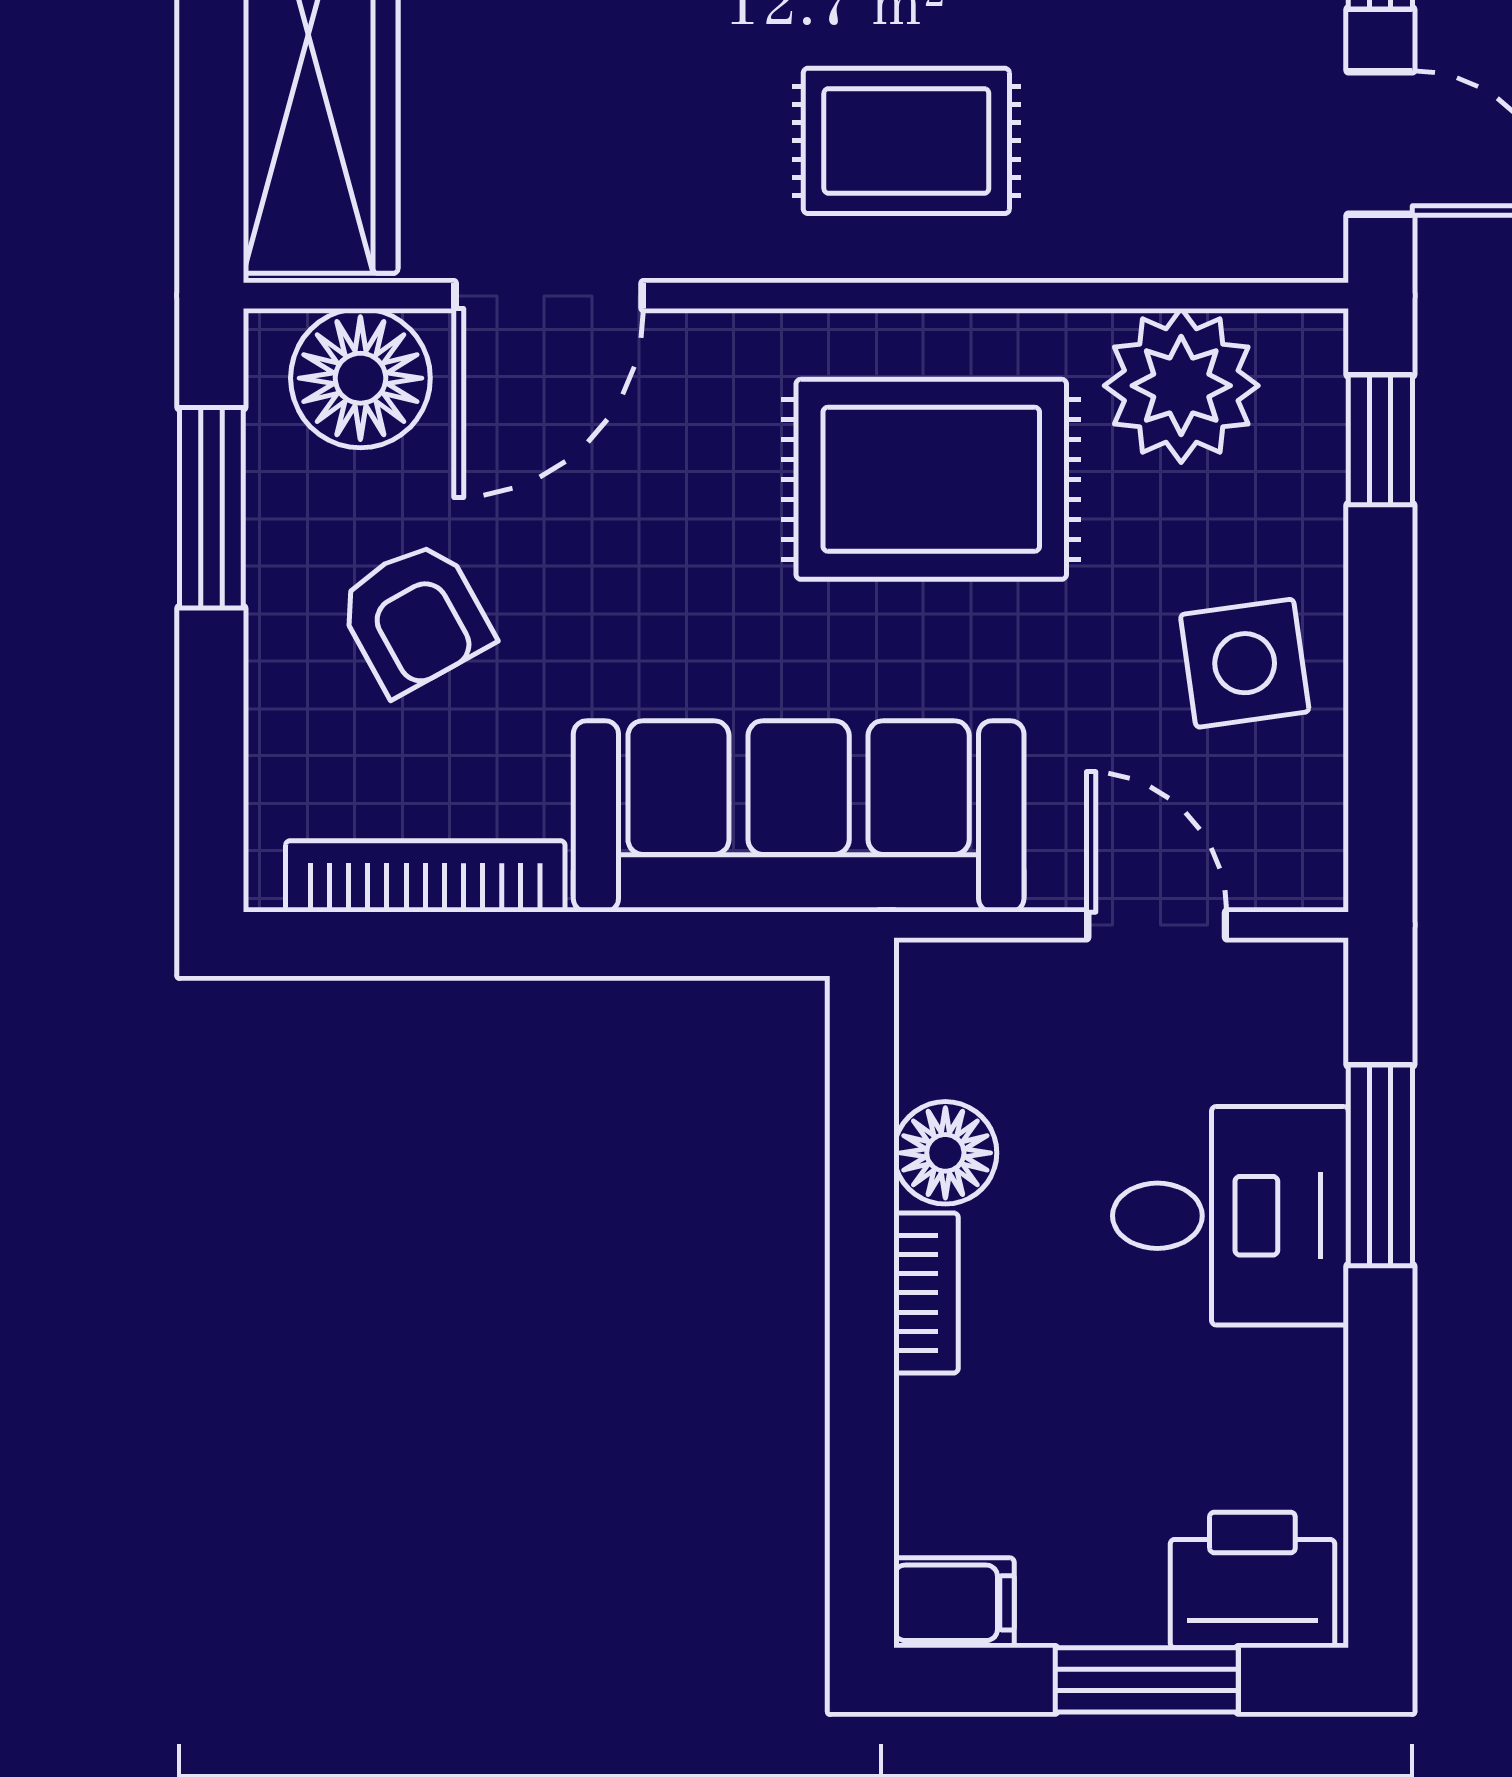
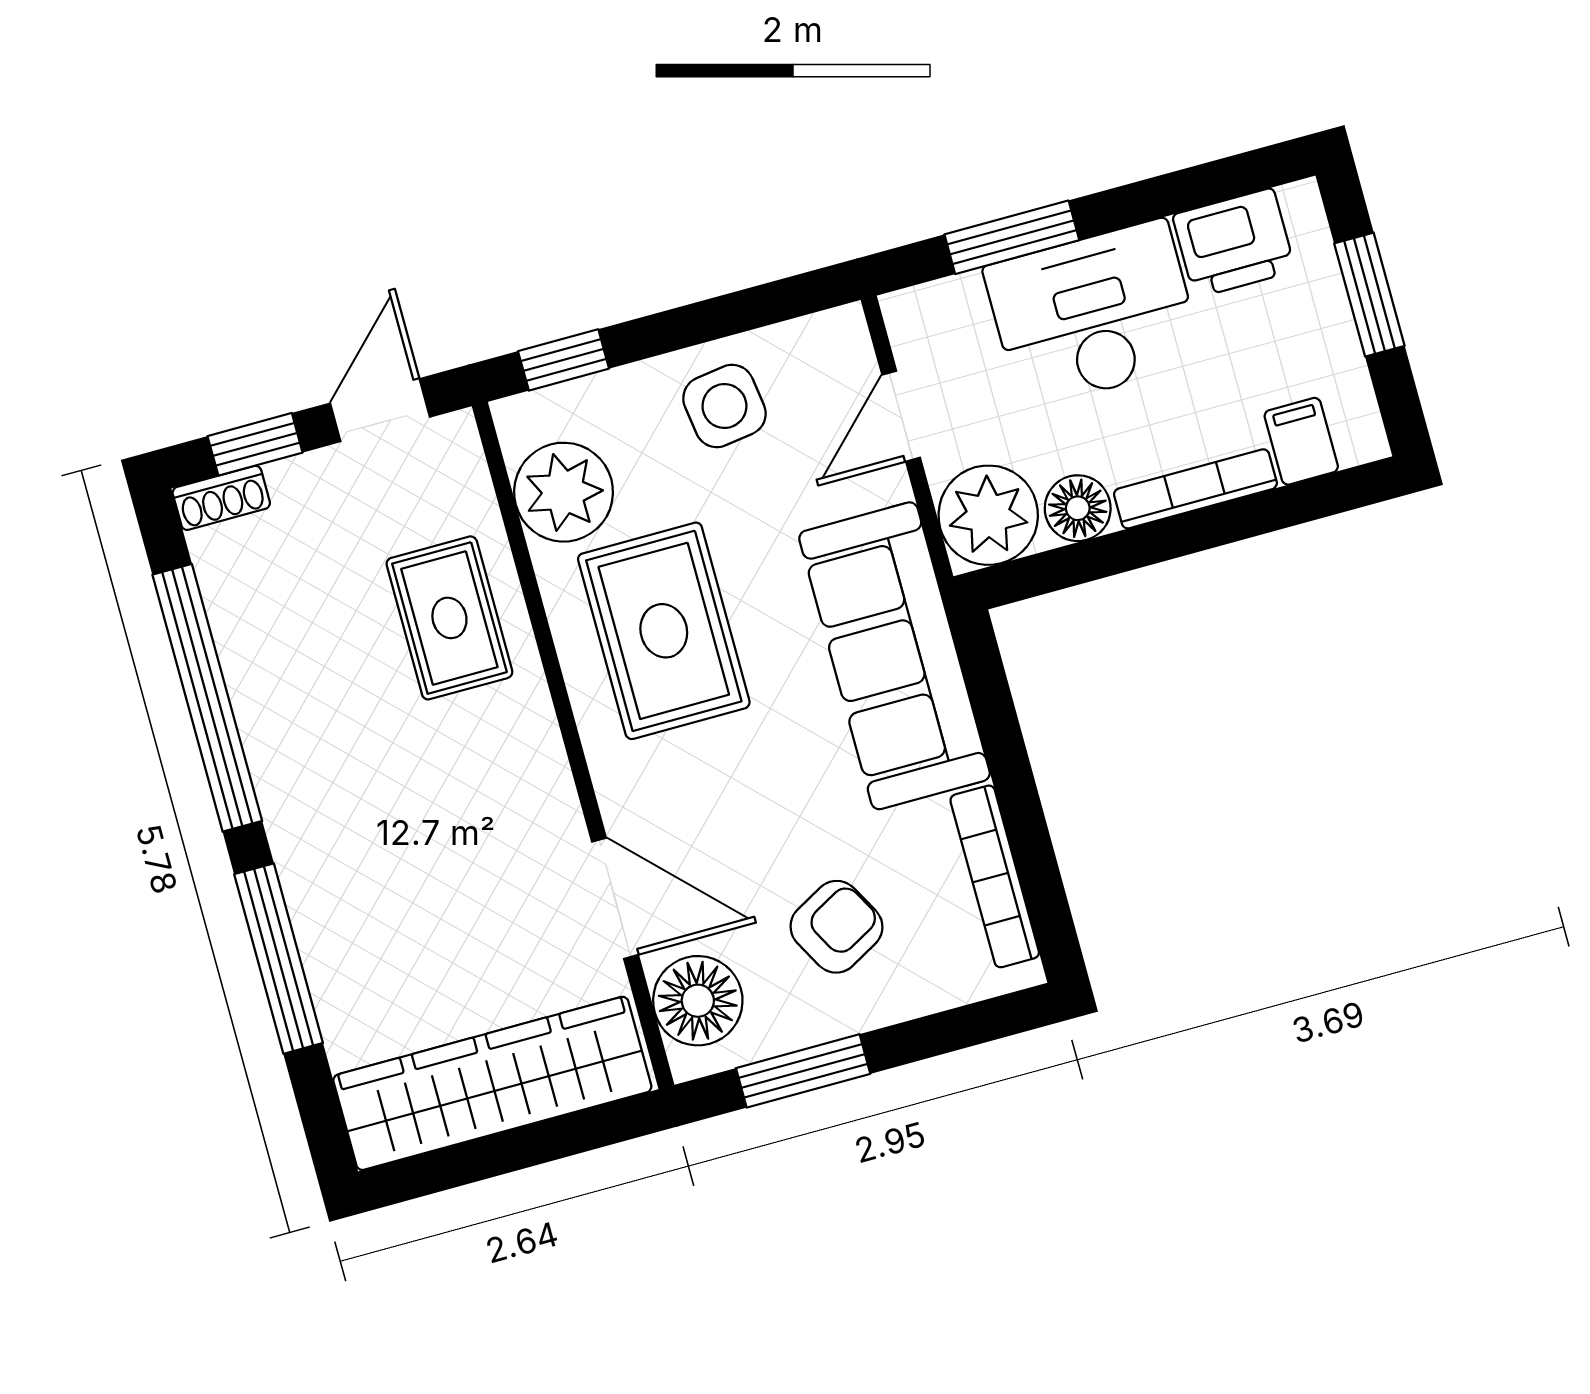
rug: (906, 141) -> (449, 618), moved
plant: (972, 1015) -> (988, 515), added
desk: (1230, 1216) -> (1094, 314), width x1.37
bookcase: (926, 1293) -> (1195, 489), width x1.56
printer: (1252, 1580) -> (1234, 243), moved, turned -90
filing cabinet: (954, 1603) -> (1301, 441), moved

